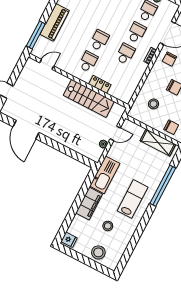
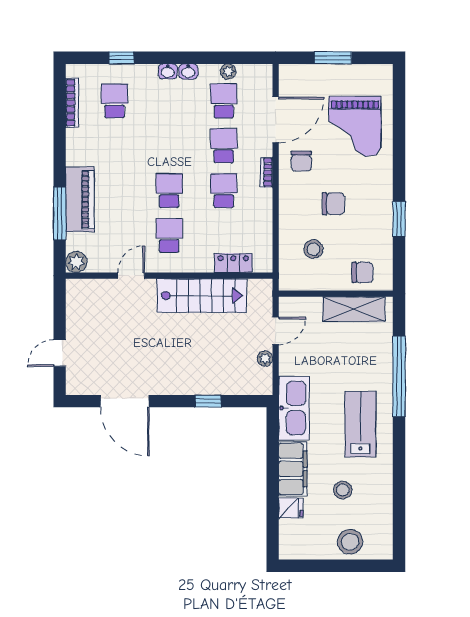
window: (36, 35) -> (60, 213), moved
plant: (37, 51) -> (76, 262), added
door: (47, 64) -> (131, 276), moved
locker: (100, 84) -> (233, 263), moved
window: (66, 150) -> (208, 401), added
fridge: (69, 240) -> (291, 508), moved

